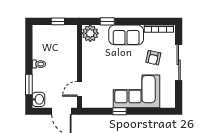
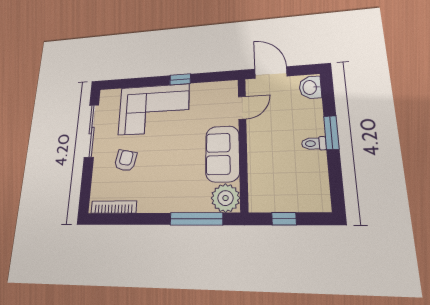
window: (107, 21) -> (196, 219), width x2.17
sofa: (126, 35) -> (222, 154), moved, turned -90
sliding door: (179, 62) -> (92, 131), moved
window: (29, 84) -> (331, 133), moved

